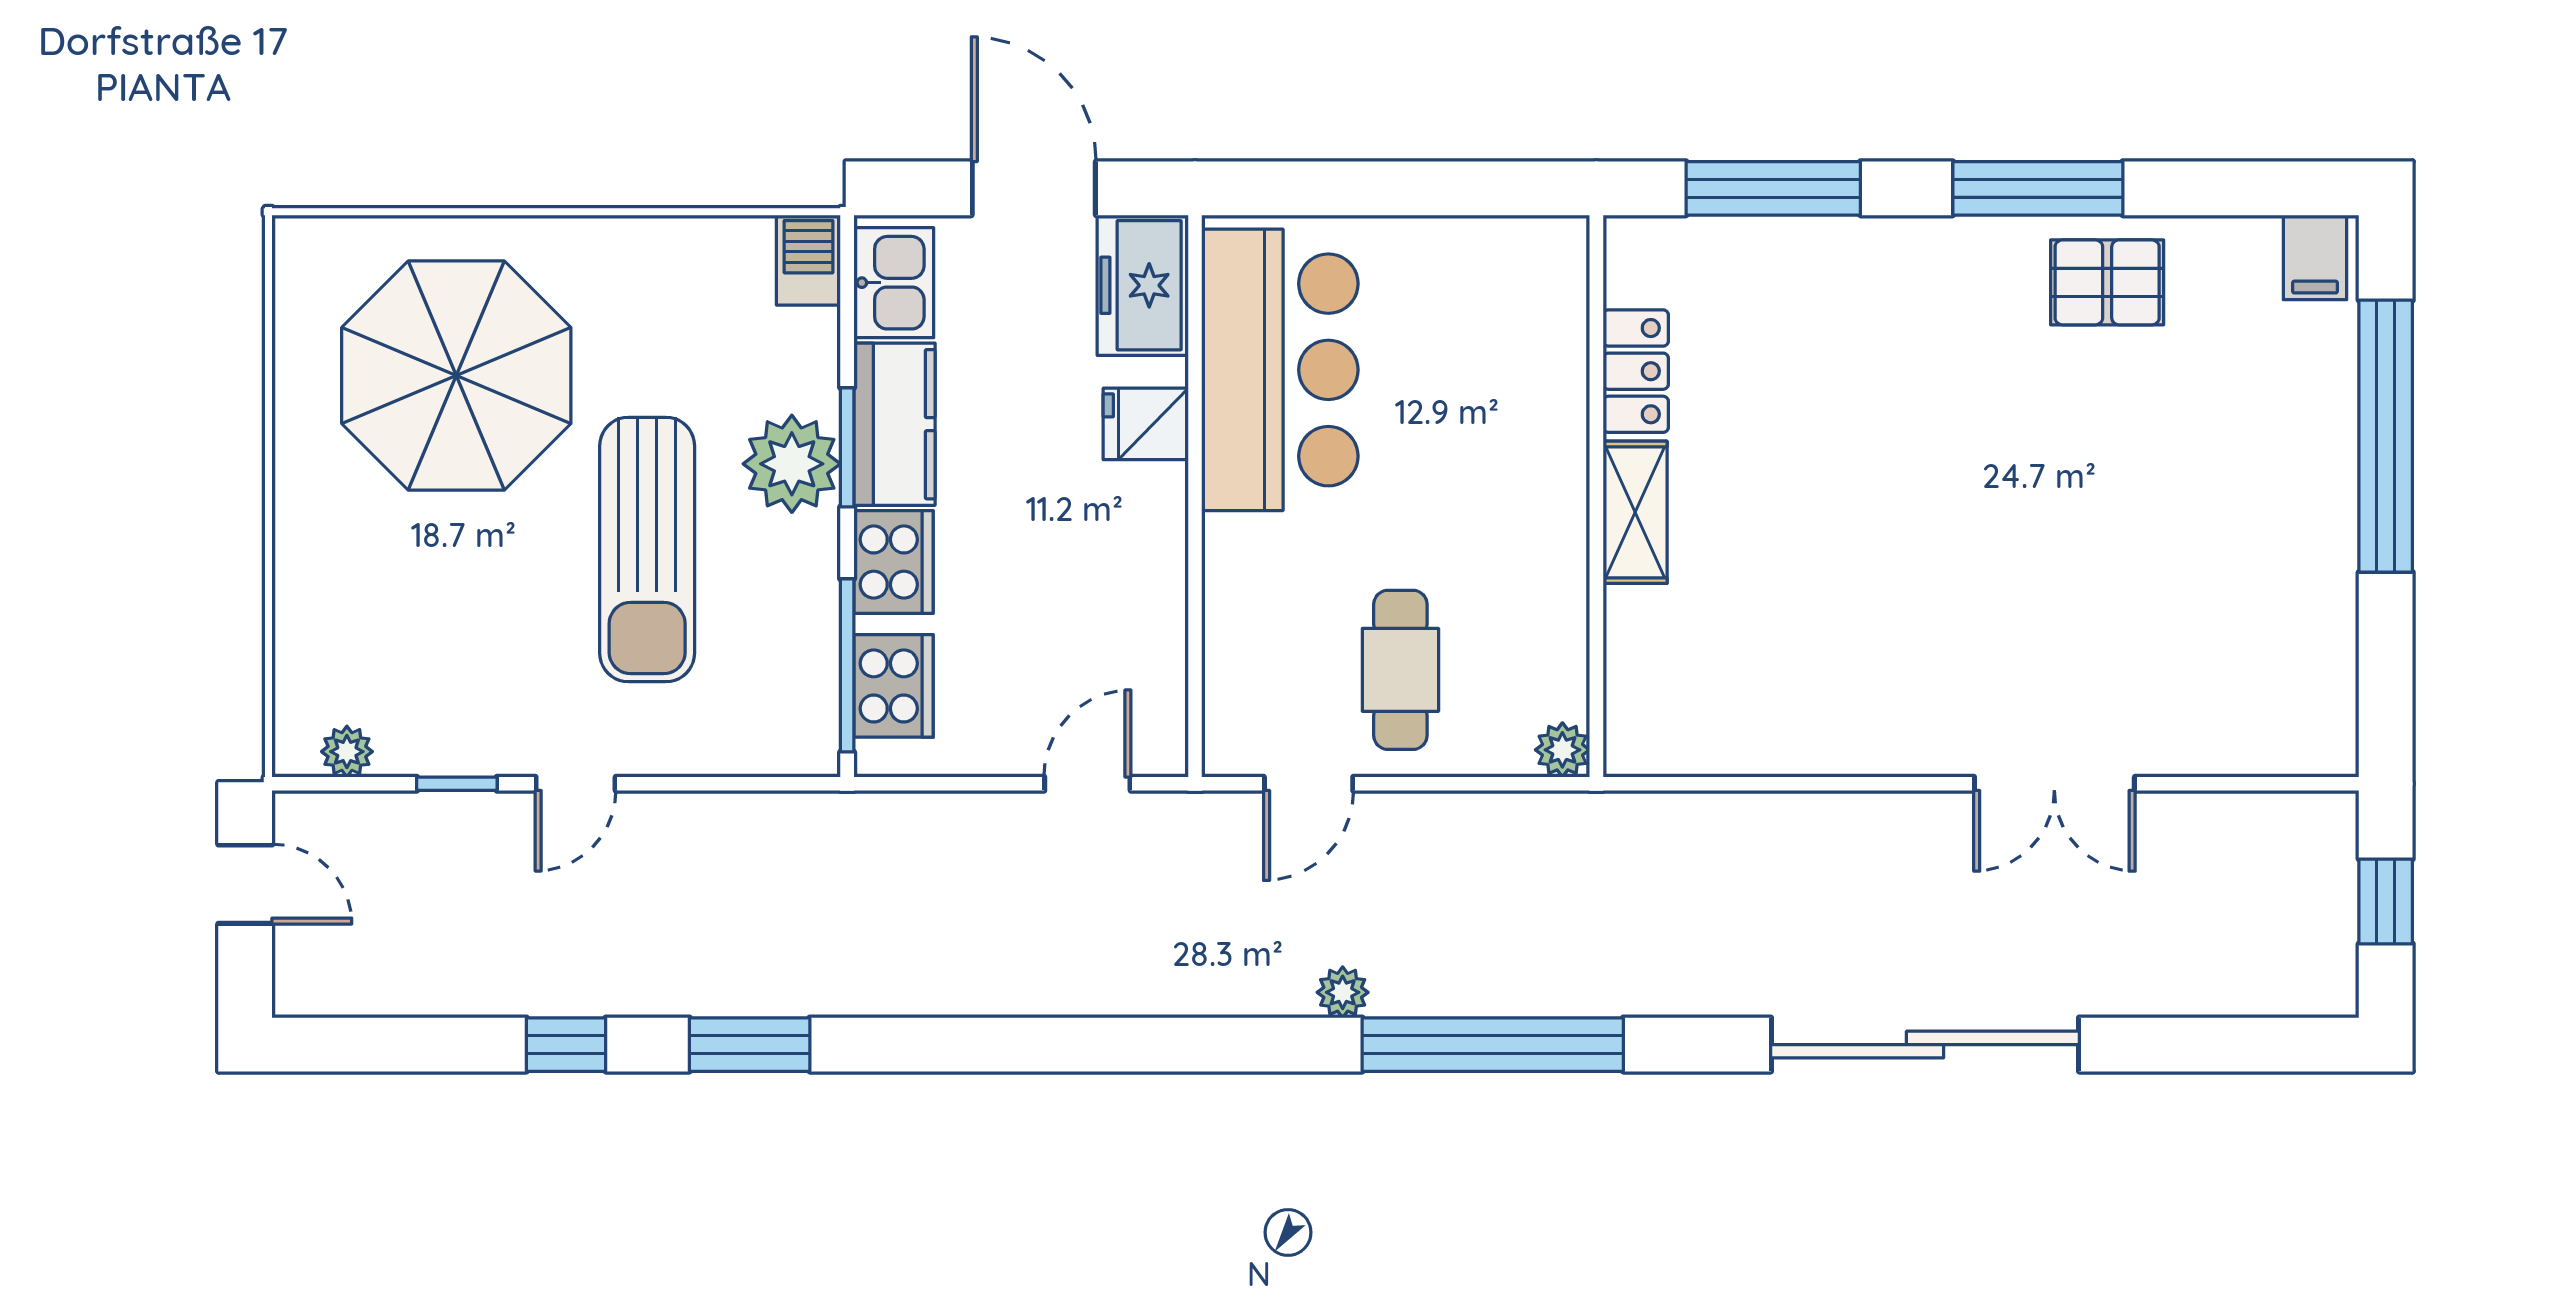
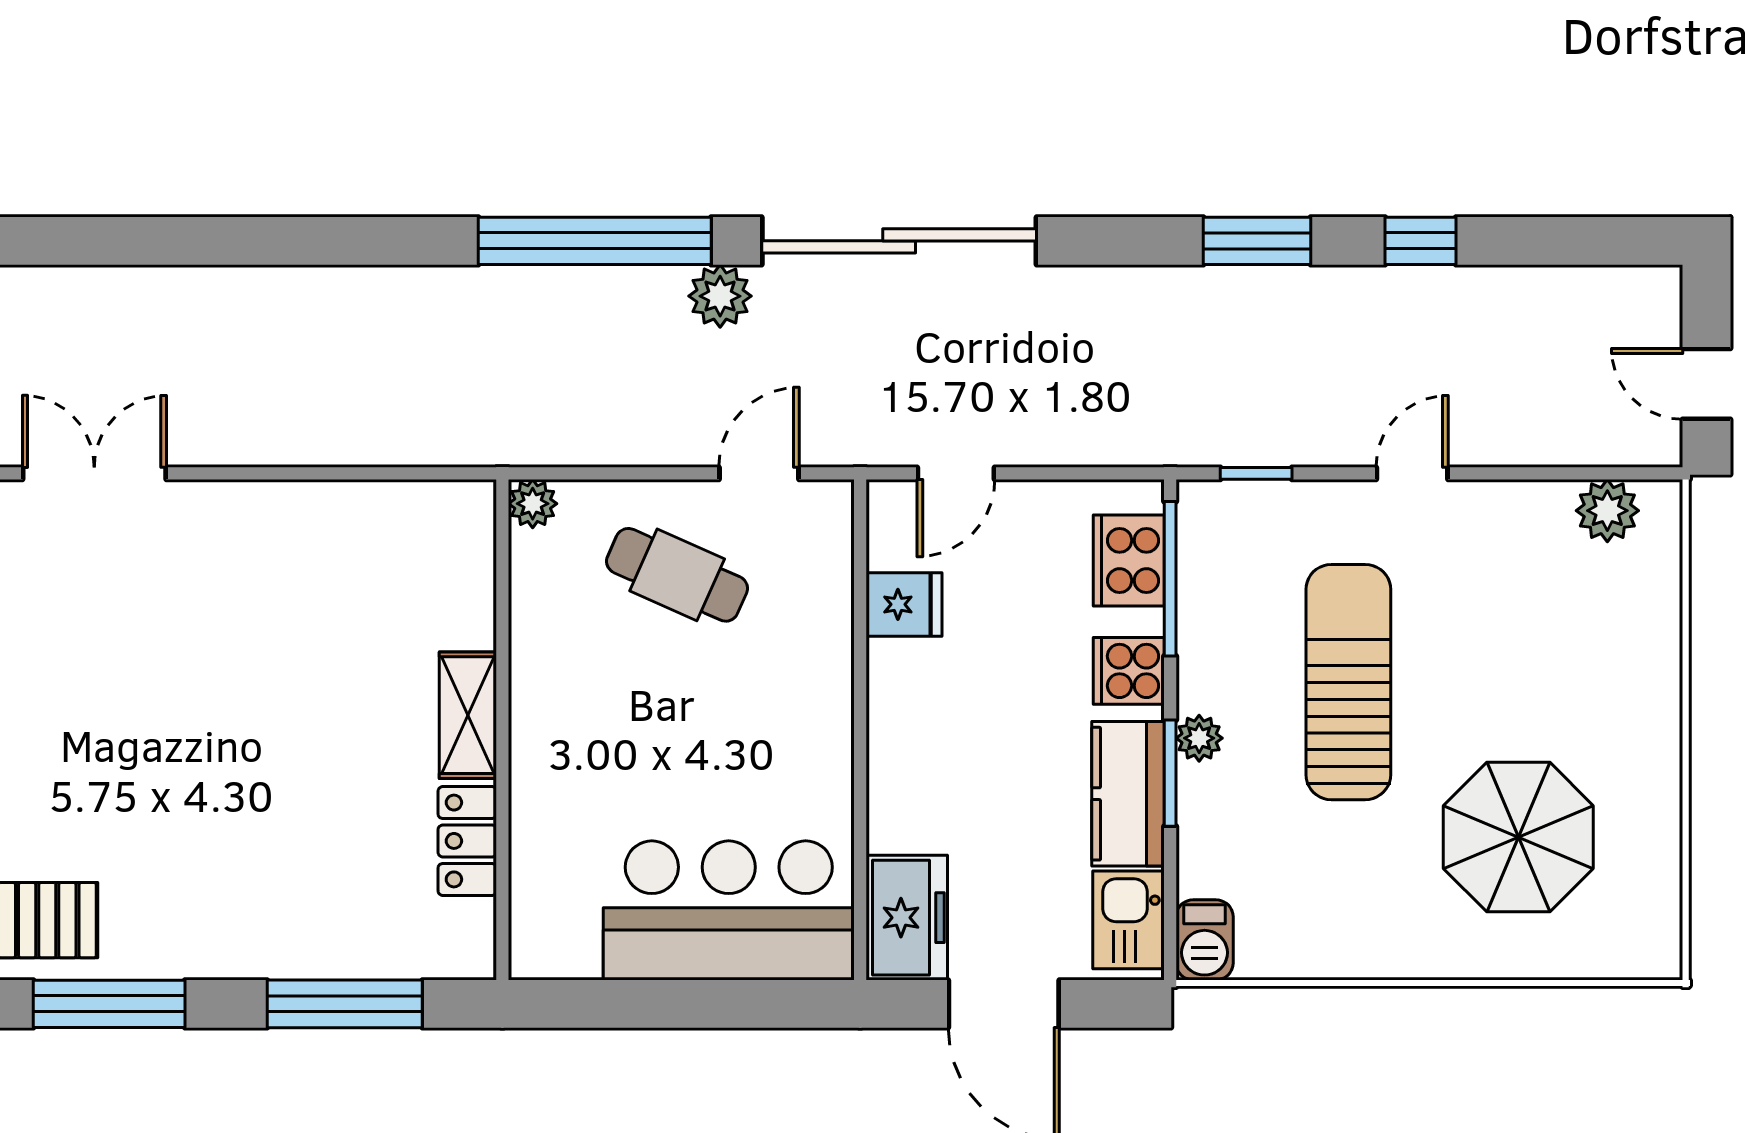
bar counter: (1280, 370) -> (729, 910), moved, turned 90
parasol: (456, 376) -> (1518, 837), width x0.73, depth x0.73
fridge: (1146, 424) -> (904, 604), moved
plant: (792, 464) -> (1199, 738), width x0.53, depth x0.53
cooker: (894, 562) -> (1129, 671), width x0.73
cafe table: (1400, 670) -> (677, 575), turned -66
plant: (347, 752) -> (1607, 511), width x1.38, depth x1.38
window: (457, 784) -> (1256, 473), moved
plant: (1343, 992) -> (720, 296), width x1.38, depth x1.38
sliding door: (1925, 1045) -> (899, 241), moved

